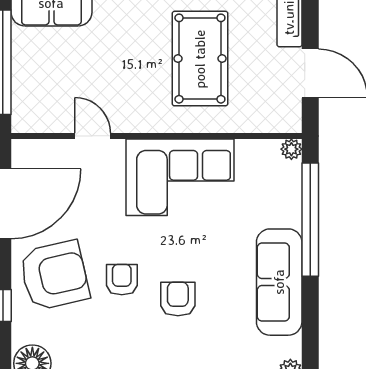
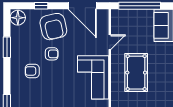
pool table: (200, 59) -> (136, 73), moved, turned 90
armchair: (178, 299) -> (32, 71), moved, turned 180

